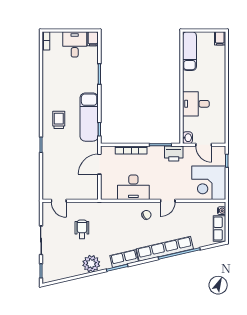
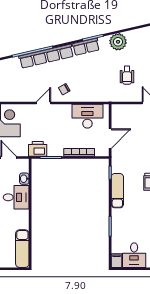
exam couch: (89, 117) -> (117, 191), width x0.73, depth x0.69
washbasin: (187, 138) -> (24, 179), moved
desk: (133, 187) -> (87, 116), moved

